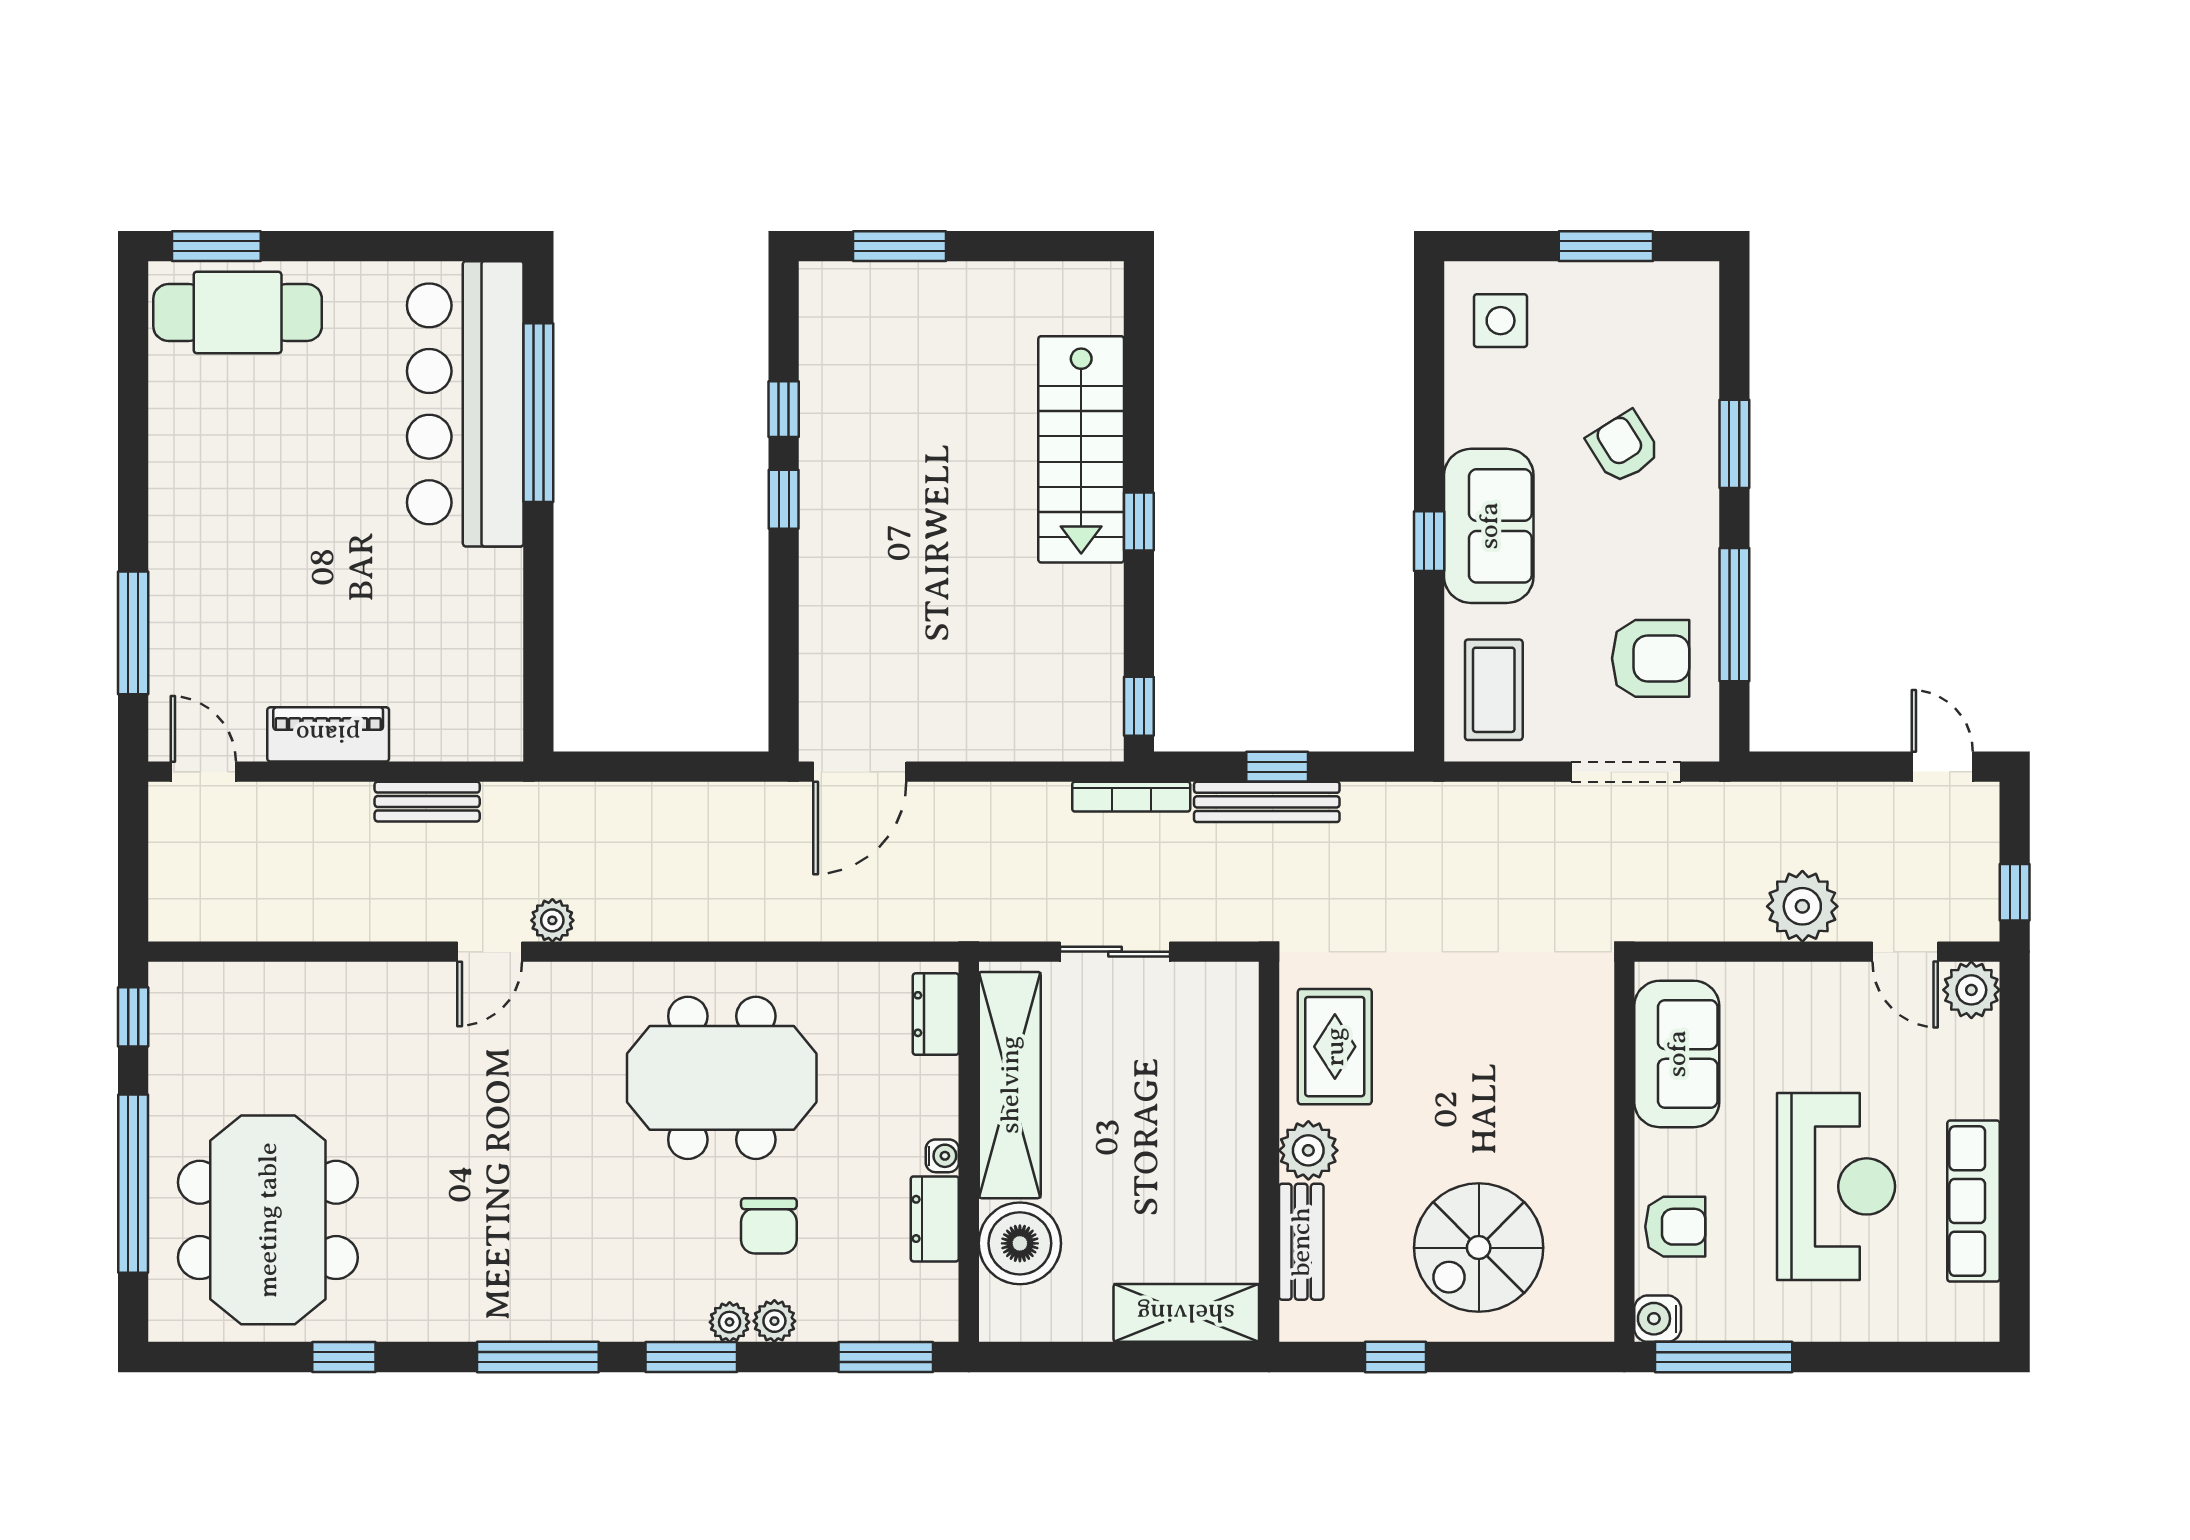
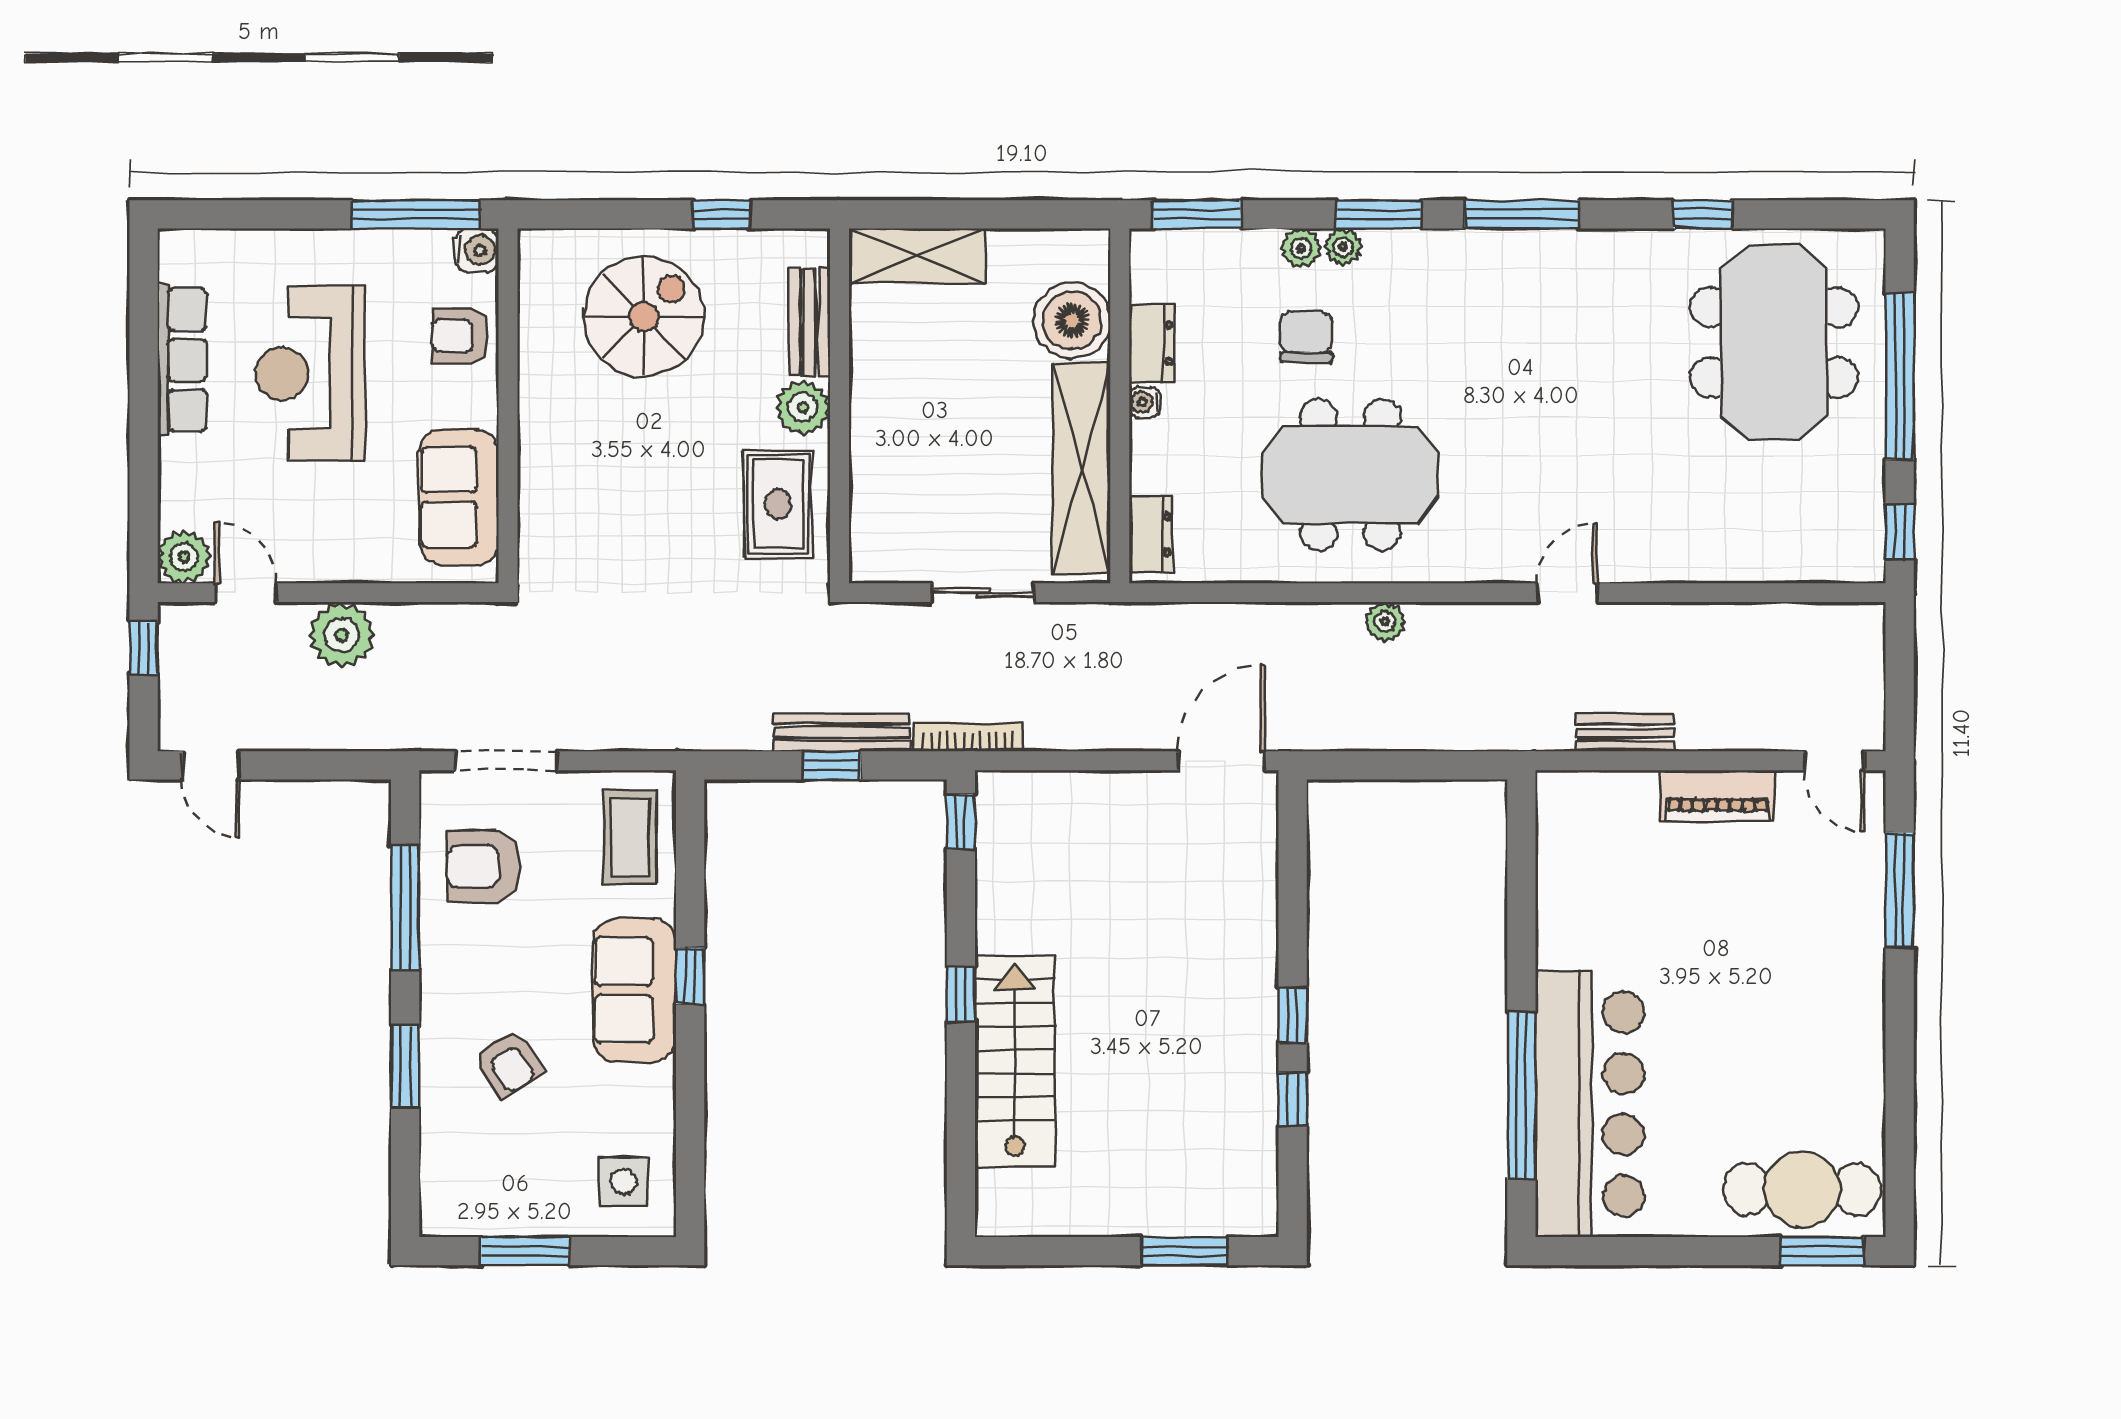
plant: (552, 920) -> (1385, 622), moved

